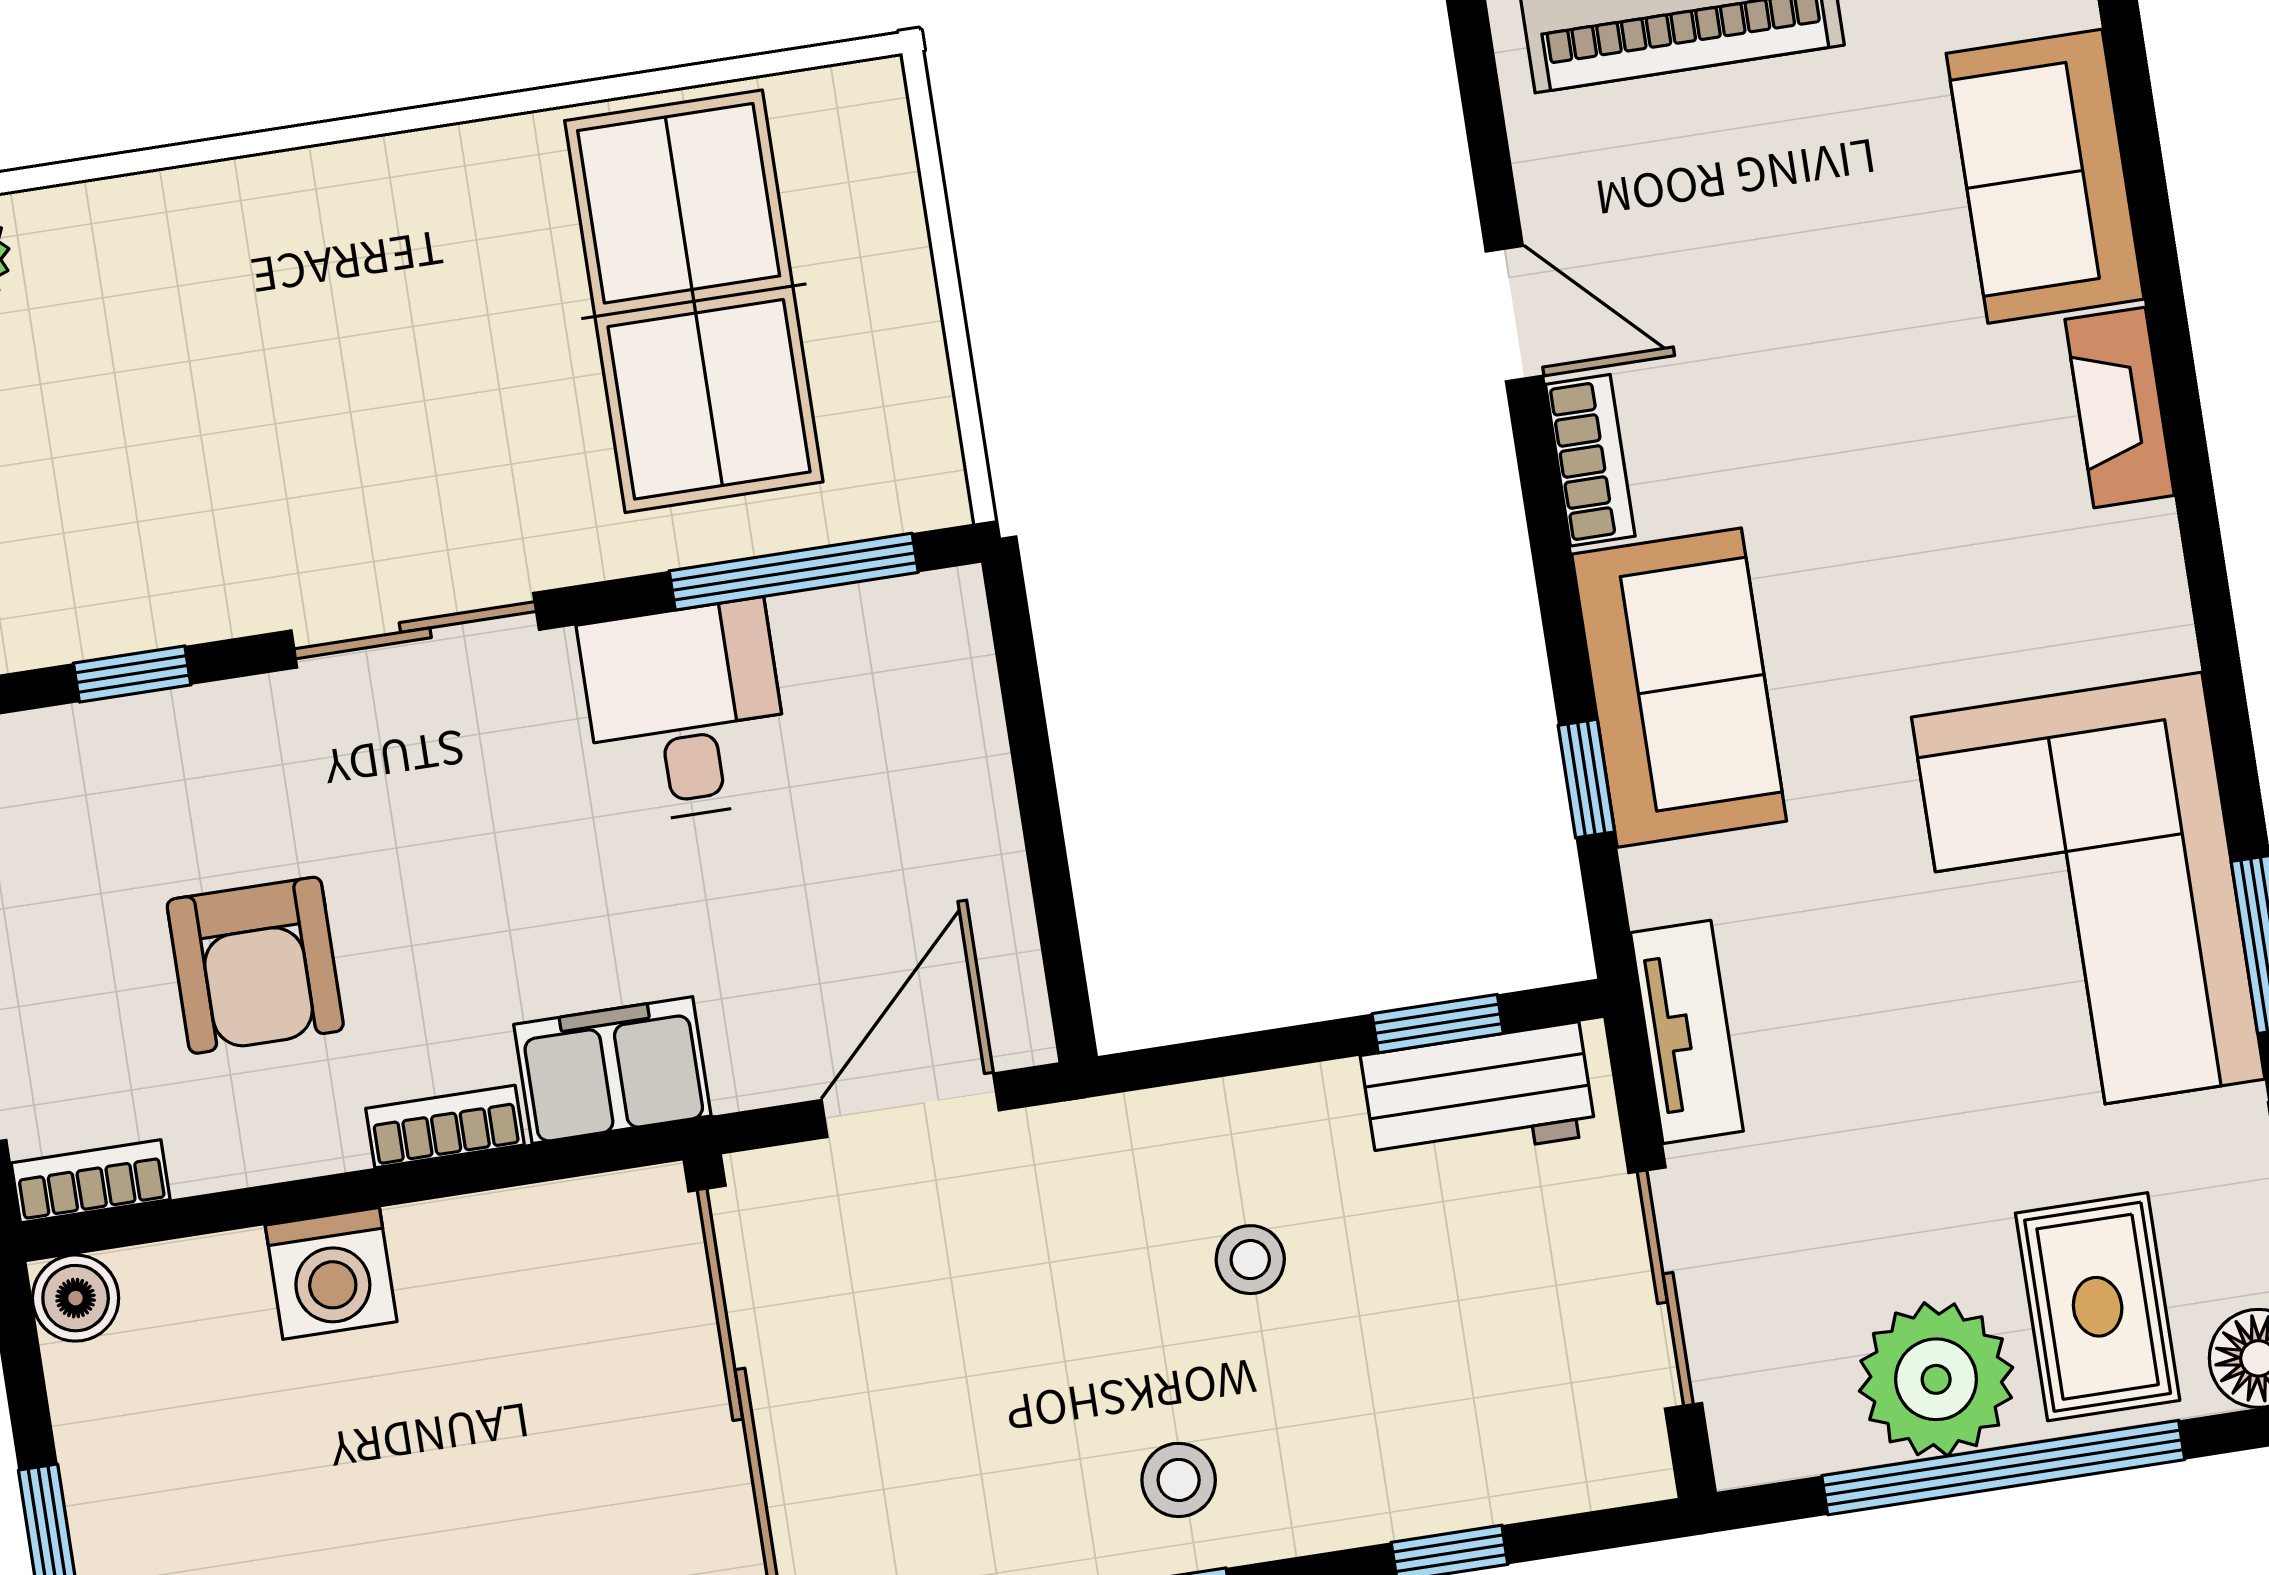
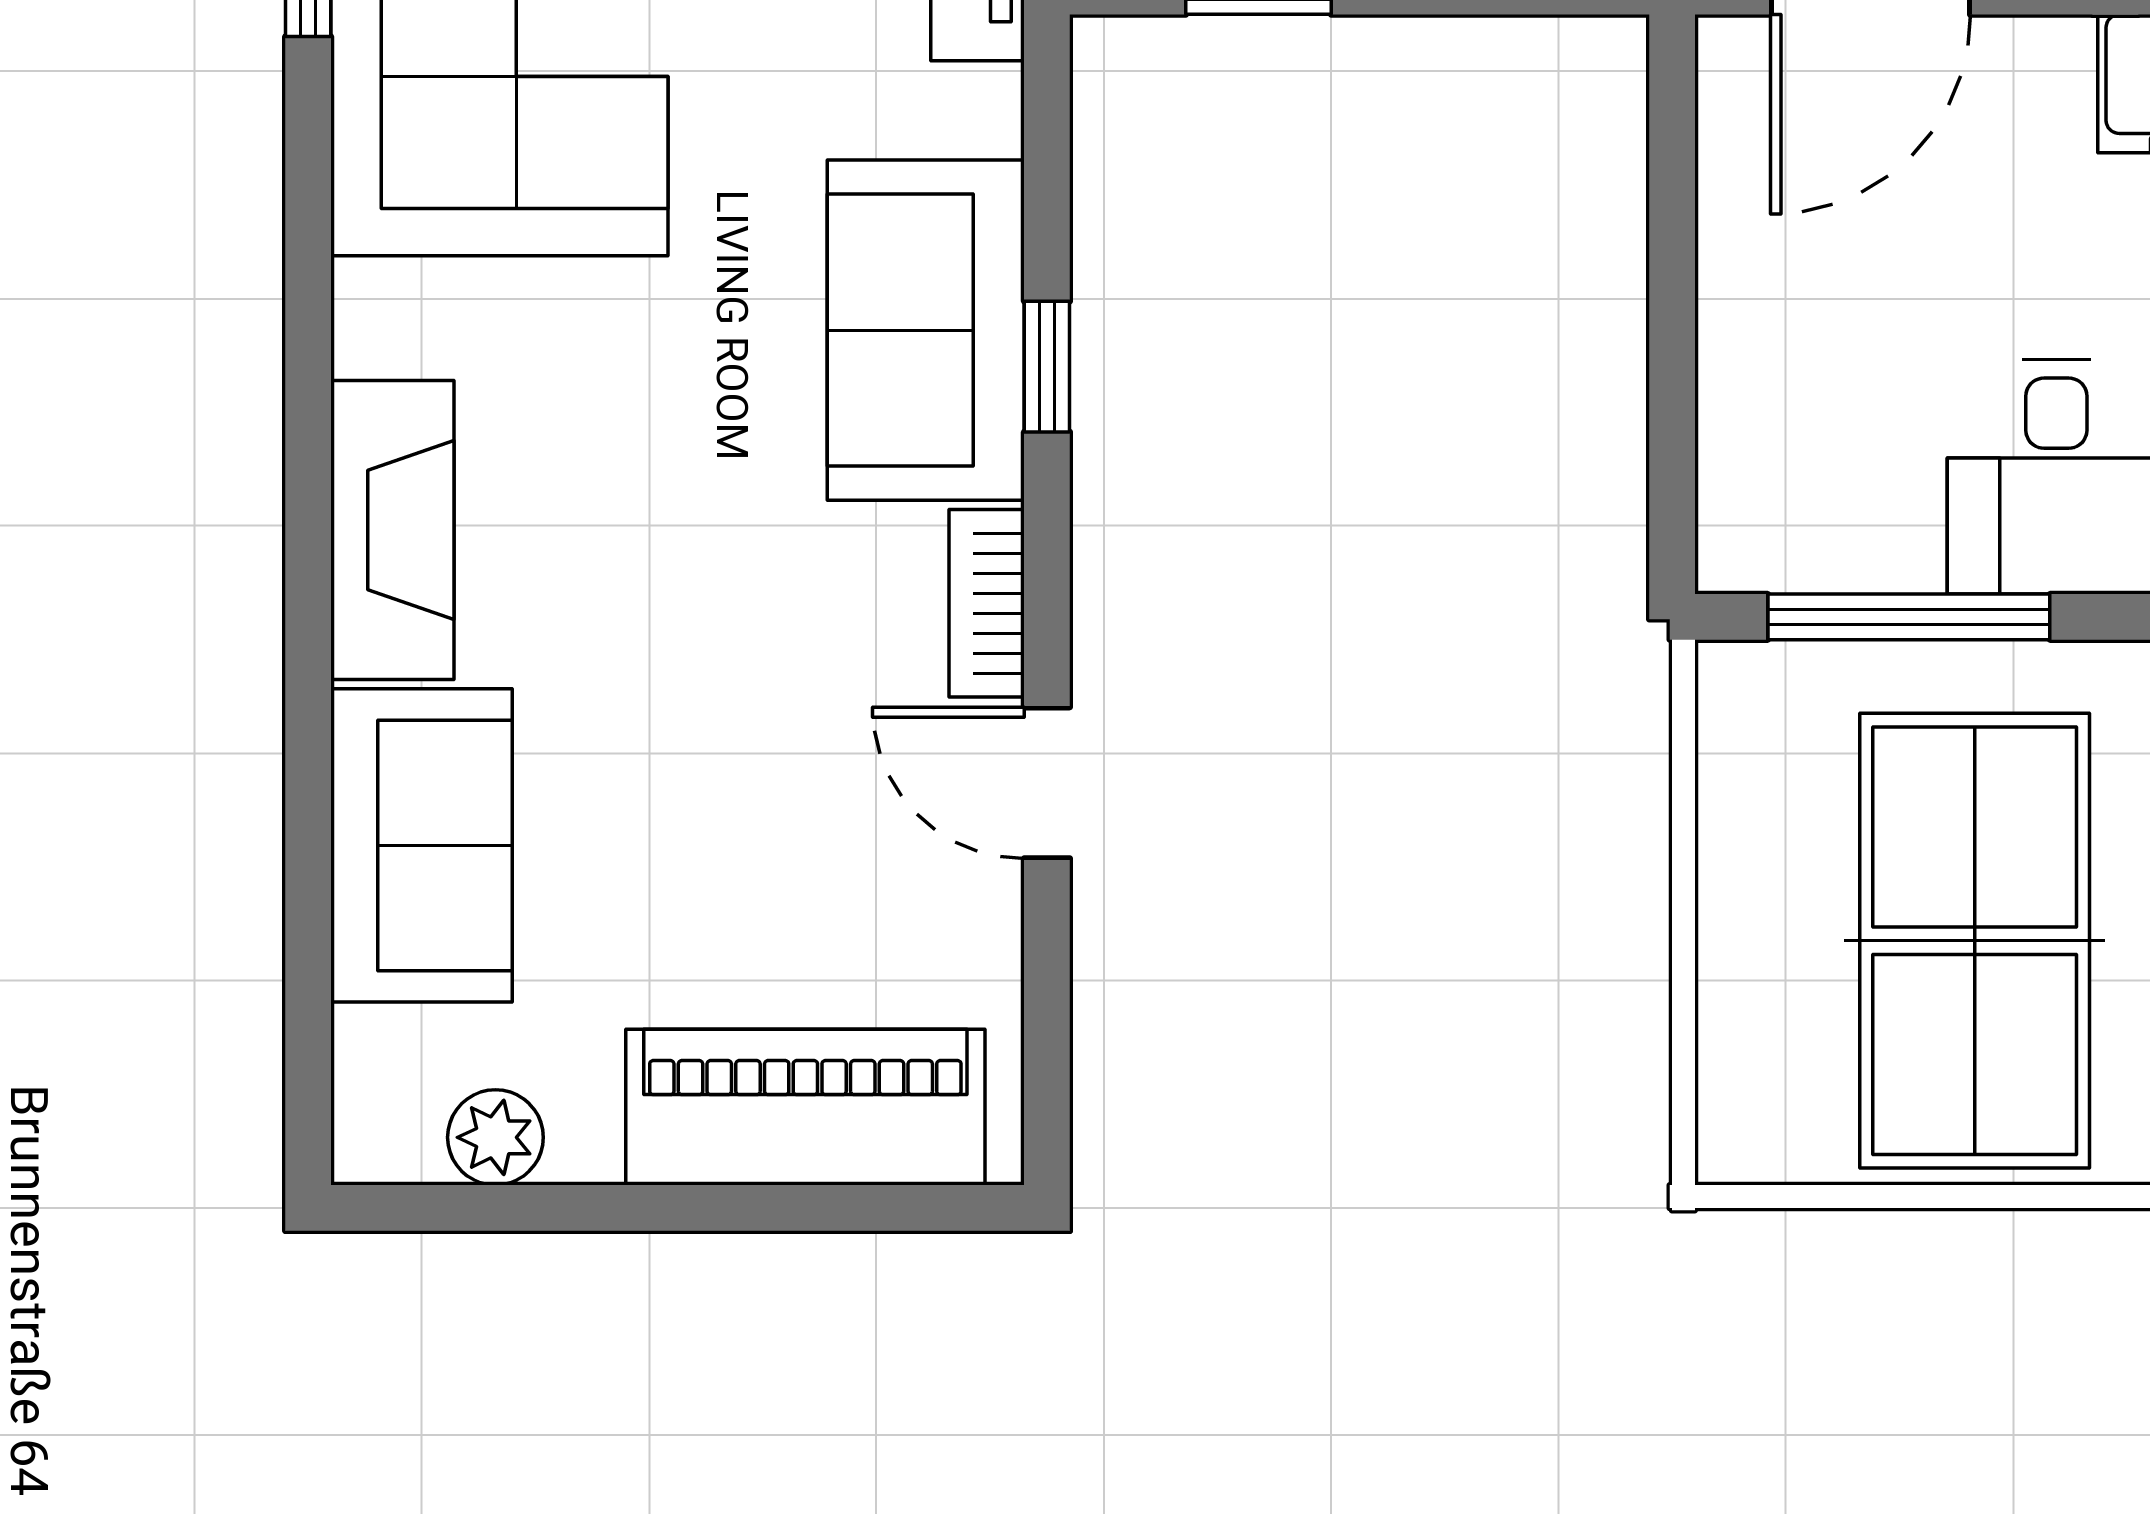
fireplace: (2120, 407) -> (392, 530), width x1.37, depth x1.32
window: (1586, 779) -> (1047, 367), moved

